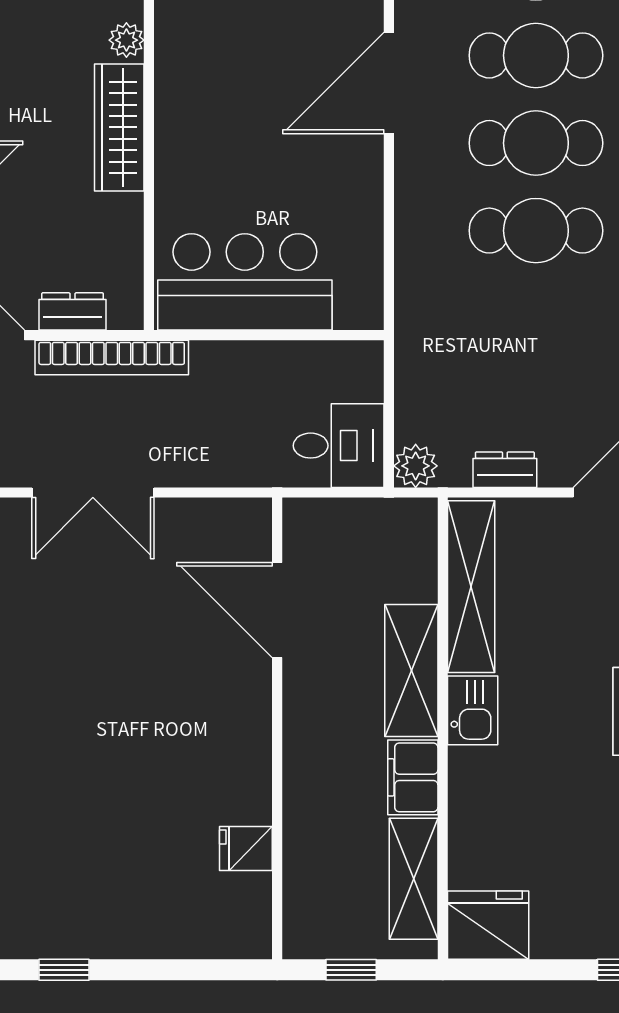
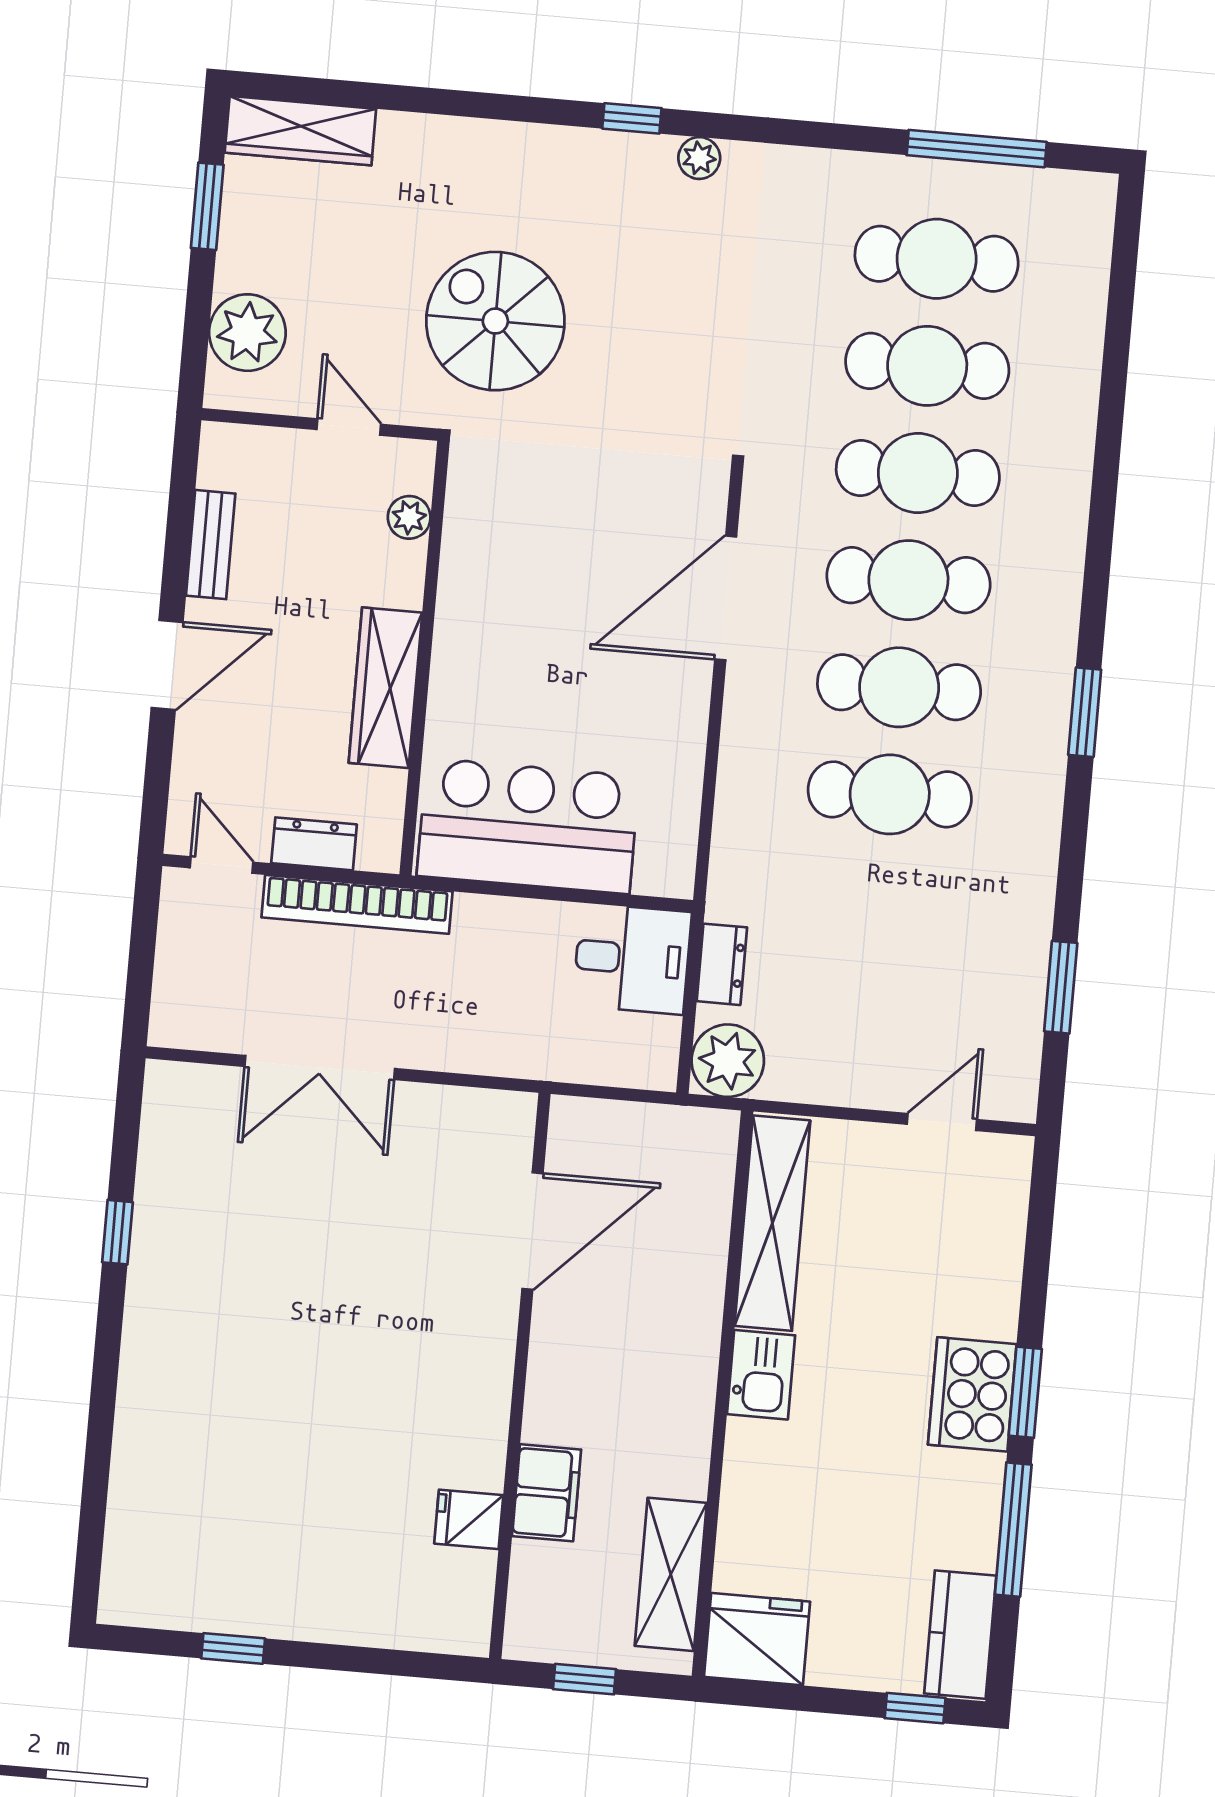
wardrobe: (119, 127) -> (385, 688), moved
desk: (339, 446) -> (632, 959), moved
plant: (416, 466) -> (728, 1061), width x1.36, depth x1.36
dresser: (505, 470) -> (722, 964), moved, turned 90
door: (277, 610) -> (533, 1231), swing flipped
shelving: (411, 670) -> (690, 1319), removed
filing cabinet: (413, 777) -> (547, 1493), moved, turned 180

